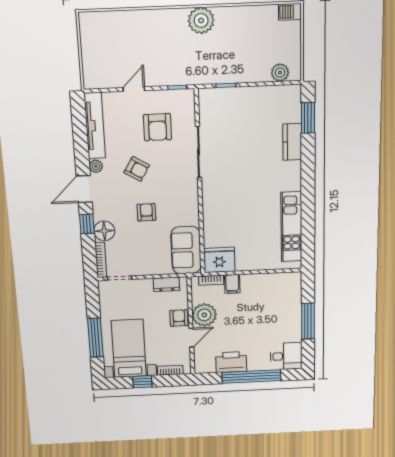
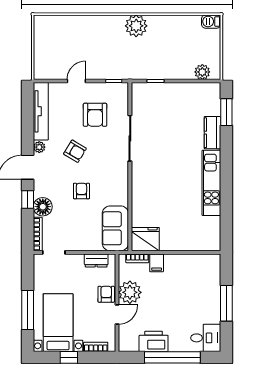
kitchen unit: (291, 227) -> (211, 183), moved

